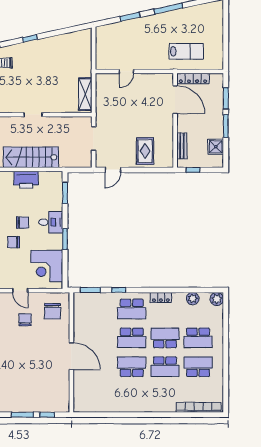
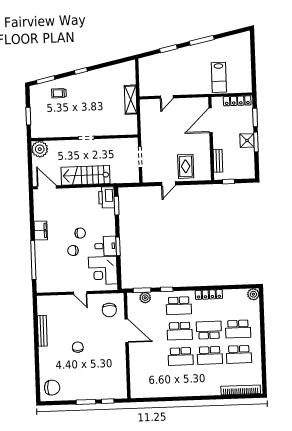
lab bench: (186, 51) -> (219, 77), turned 90
locker: (193, 79) -> (237, 101), moved
shelving: (85, 94) -> (131, 100), moved
door: (175, 100) -> (211, 120), swing flipped
shower: (216, 147) -> (247, 141), moved
door: (113, 170) -> (169, 184), moved
printer: (26, 180) -> (107, 197), moved, turned 90
desk: (51, 222) -> (105, 246), moved
locker: (161, 298) -> (209, 295), width x1.53
plant: (193, 299) -> (145, 298), moved
chair: (25, 320) -> (78, 347), moved
door: (71, 356) -> (127, 331), moved
school desk: (132, 367) -> (181, 356), turned 180
school desk: (198, 367) -> (239, 354), turned 180

